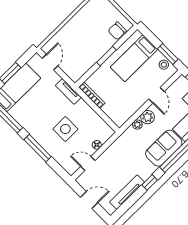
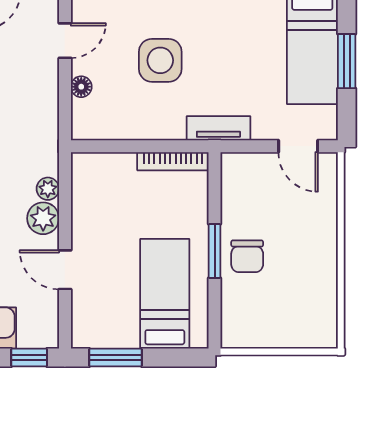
chair: (117, 31) -> (247, 256), moved, turned 180
stool: (164, 65) -> (104, 333), removed

